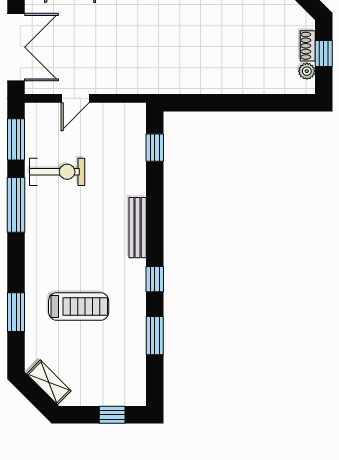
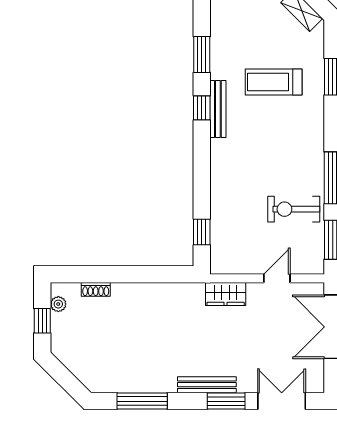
shoe rack: (308, 46) -> (96, 289), moved, turned 90
wardrobe: (129, 82) -> (226, 294), added
bench: (138, 228) -> (218, 109), moved

